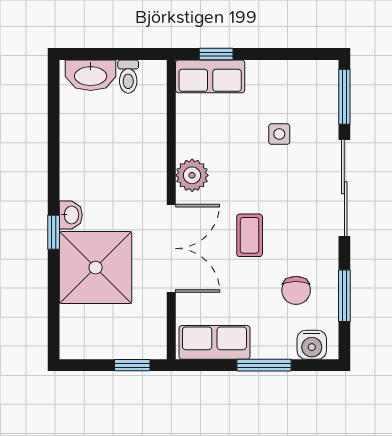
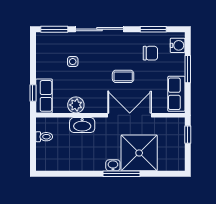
washbasin: (91, 75) -> (82, 125), moved, turned 90
plant: (192, 175) -> (76, 105), moved
window: (54, 232) -> (122, 174), width x2.17

